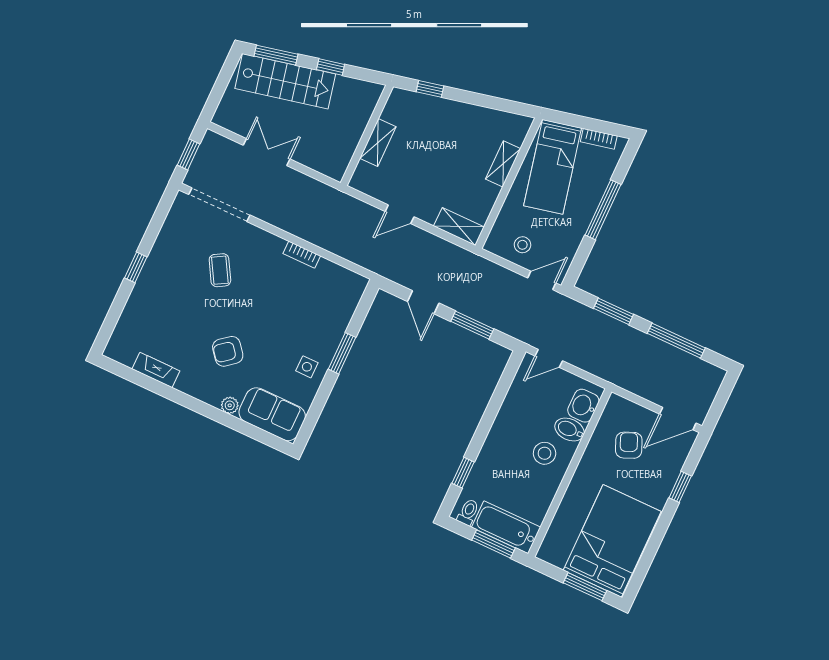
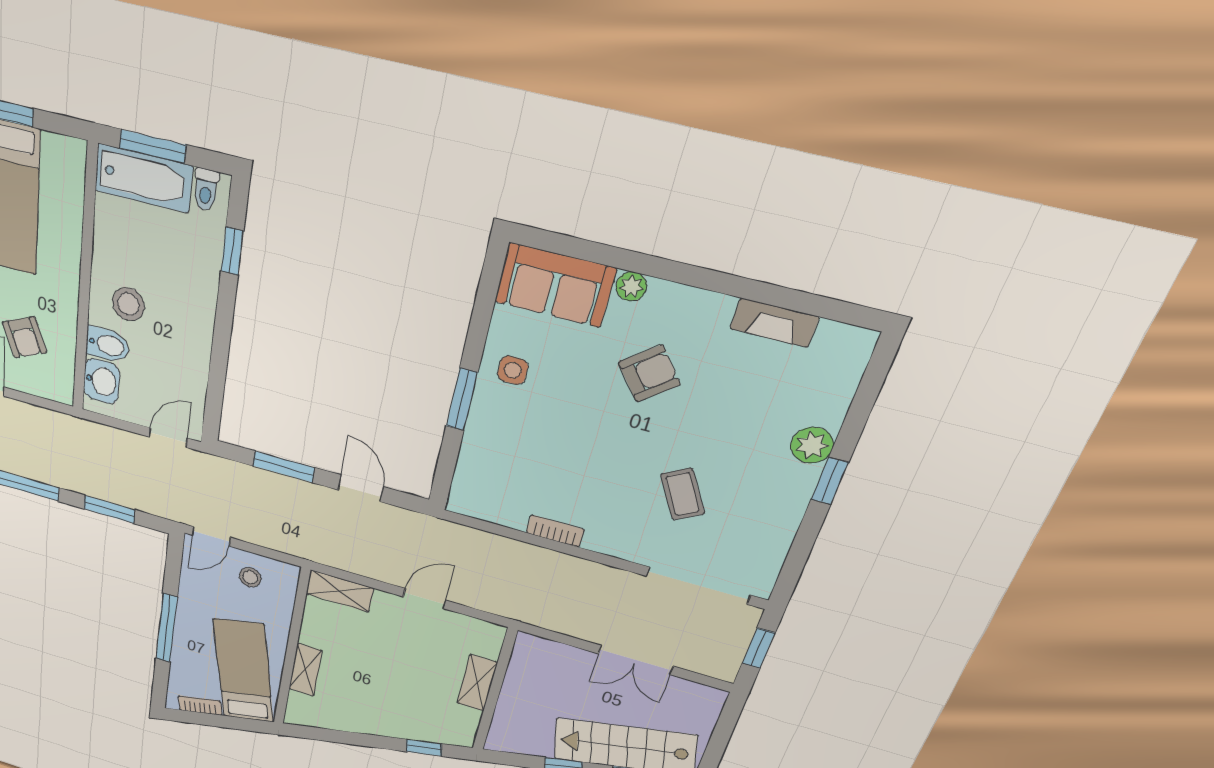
plant: (143, 292) -> (812, 445), added

